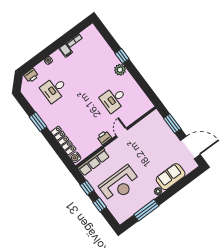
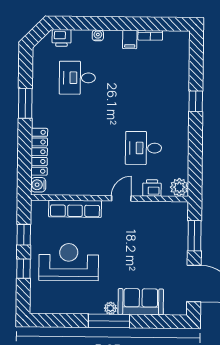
plant: (120, 70) -> (179, 187), moved
printer: (104, 137) -> (152, 188), moved
row of seats: (94, 162) -> (75, 209), moved
reception desk: (120, 184) -> (69, 262), turned 180
window: (146, 210) -> (109, 321), moved

